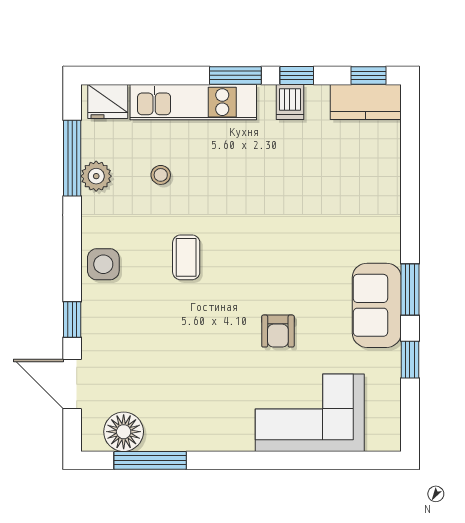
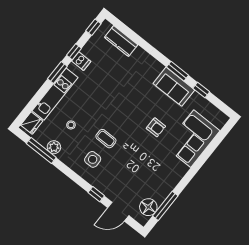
kitchen counter: (366, 102) -> (121, 41), moved, turned 90
side table: (103, 264) -> (93, 159), moved

